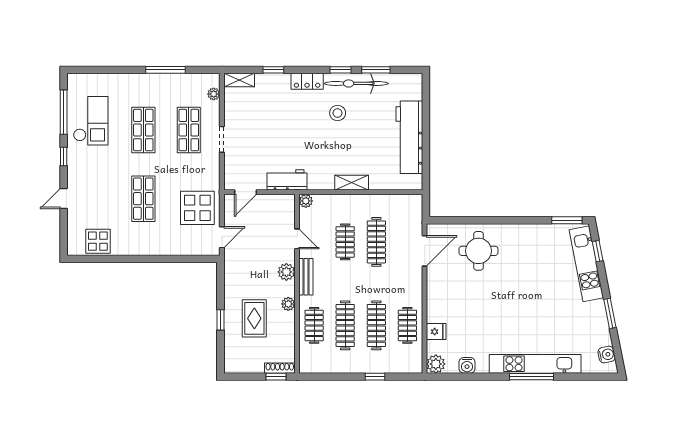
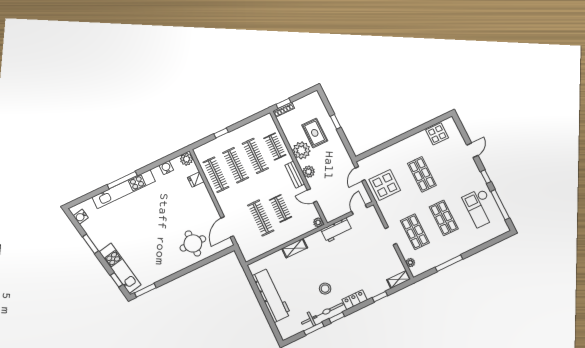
plant: (288, 304) -> (301, 150), width x1.87, depth x1.87
clothes rail: (407, 325) -> (216, 175), width x1.36

